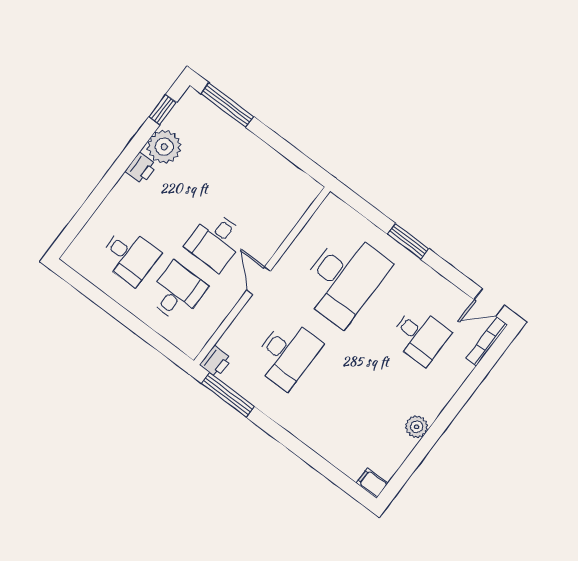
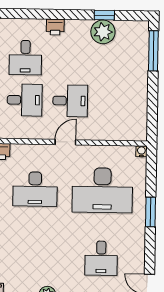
window: (163, 110) -> (104, 15), moved
printer: (141, 168) -> (55, 27), moved
water cooler: (332, 202) -> (141, 151), added
desk: (216, 241) -> (70, 101), turned 180

